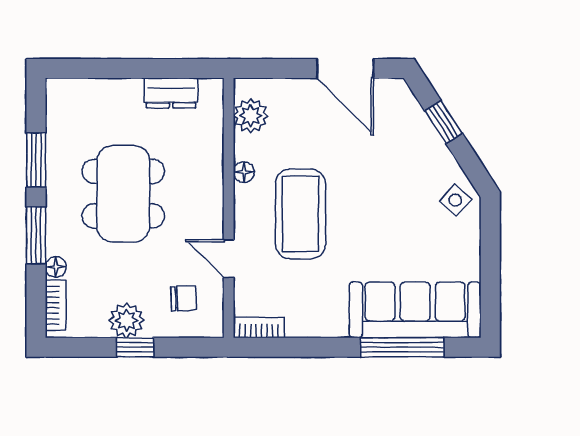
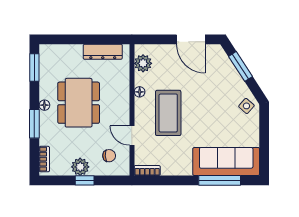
dresser: (171, 93) -> (103, 52), width x1.44
window: (443, 122) -> (241, 66), width x1.50
window: (36, 160) -> (34, 67), moved
floor lamp: (56, 267) -> (44, 105), moved

